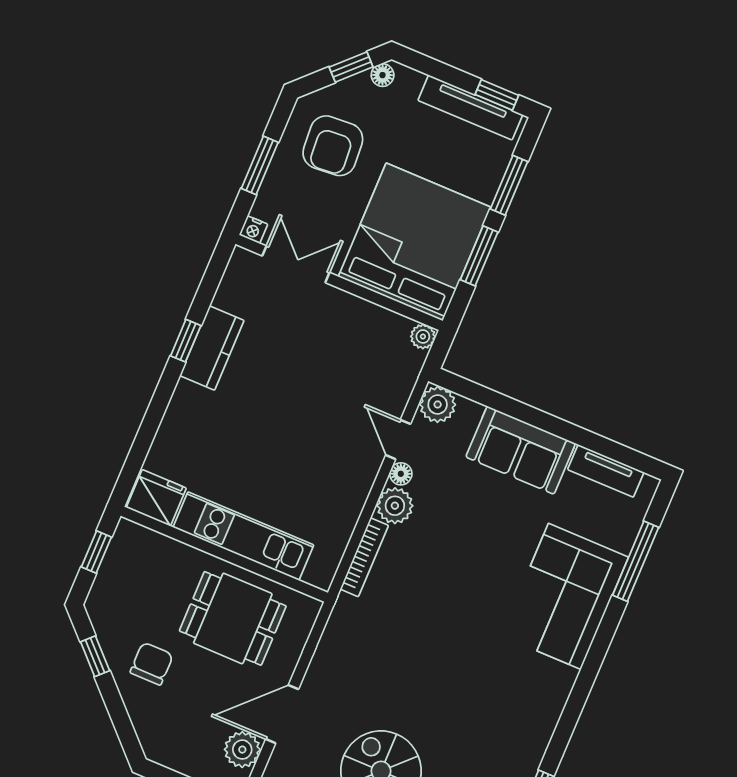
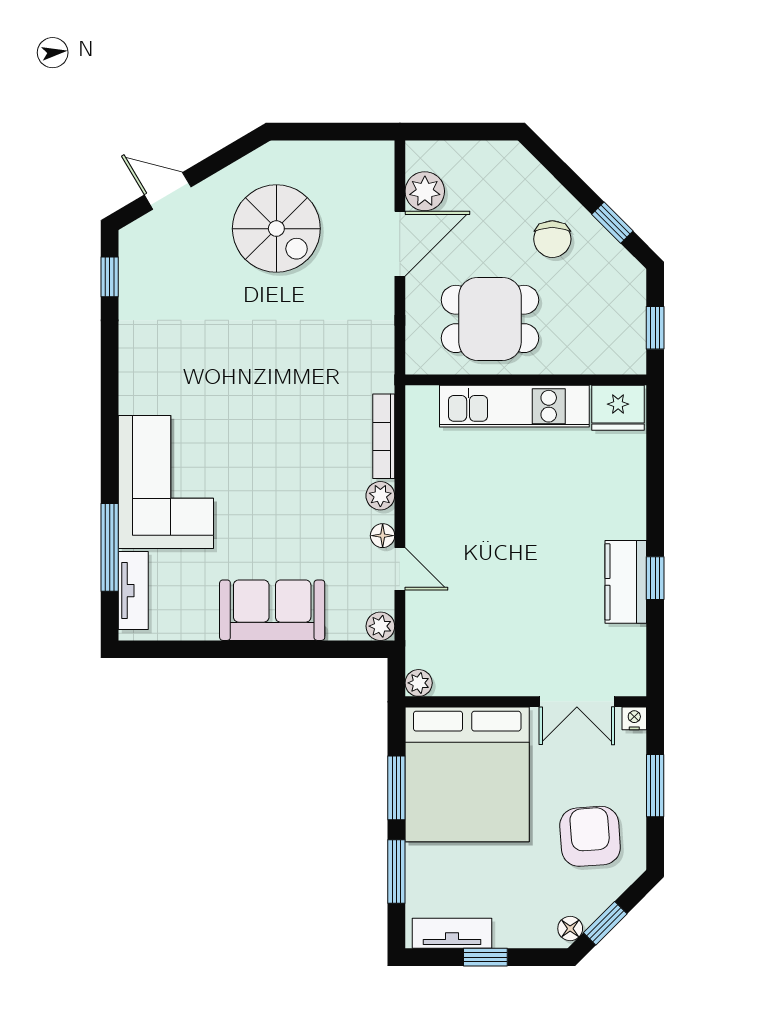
window: (497, 95) -> (485, 957), moved
tv unit: (470, 107) -> (452, 933), width x0.71
plant: (438, 404) -> (380, 626), width x0.73, depth x0.73
tv unit: (606, 471) -> (133, 591), moved, turned 90
plant: (395, 506) -> (380, 496), width x0.73, depth x0.73

